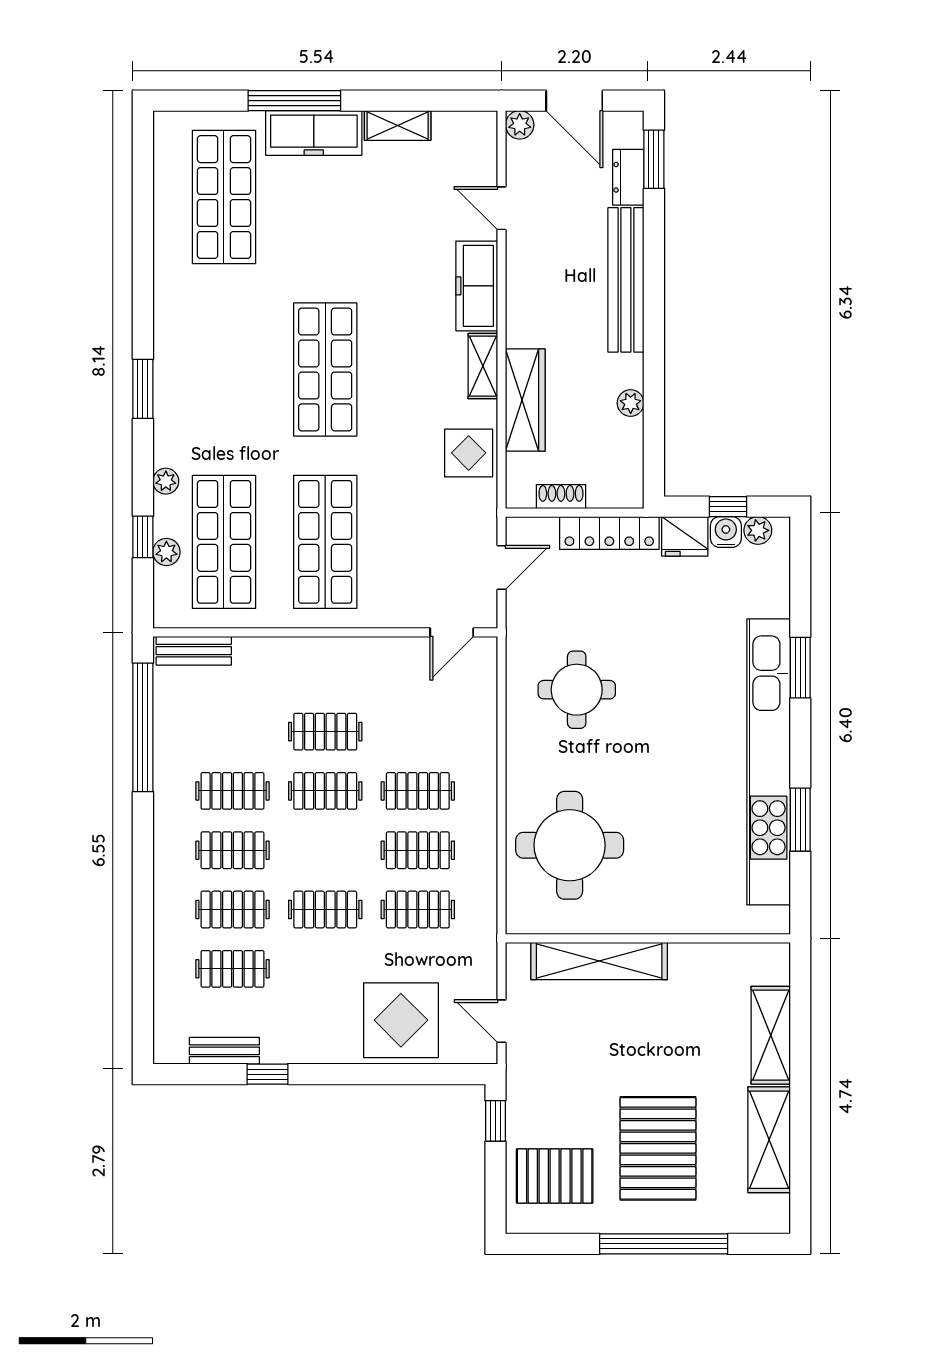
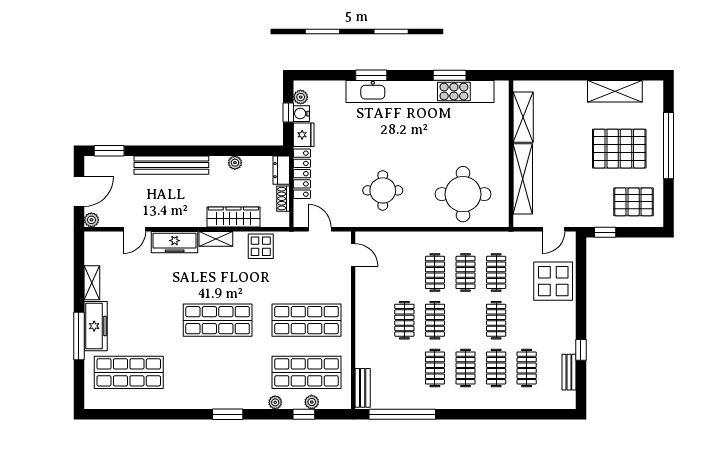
dresser: (628, 177) -> (281, 170), moved, turned 90
shelving: (771, 1035) -> (523, 117), moved, turned 90
pallet: (555, 1176) -> (634, 202), turned 90

